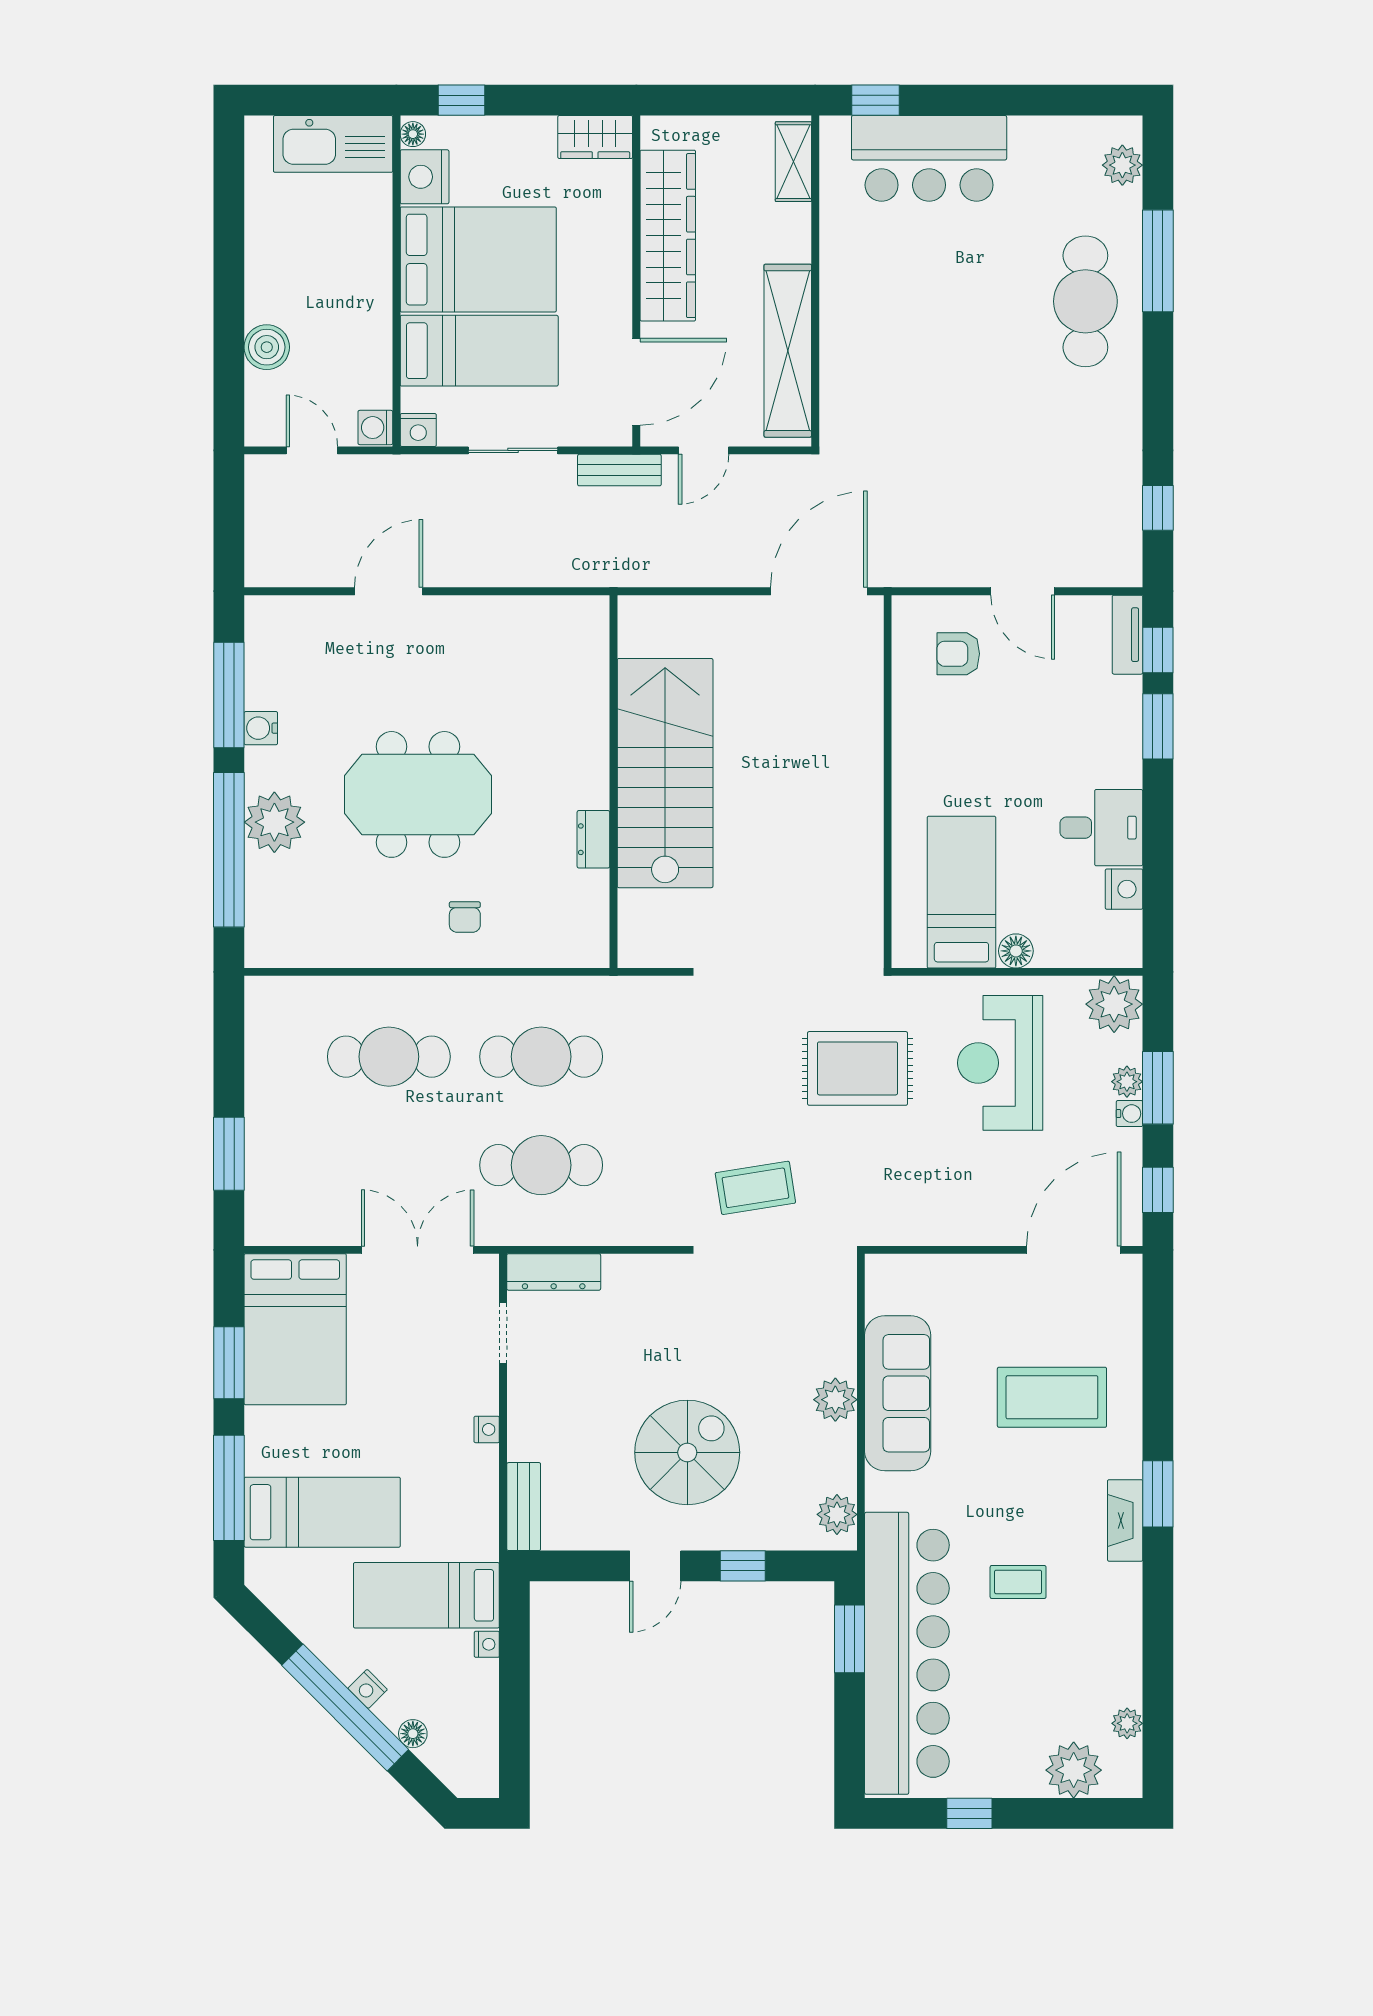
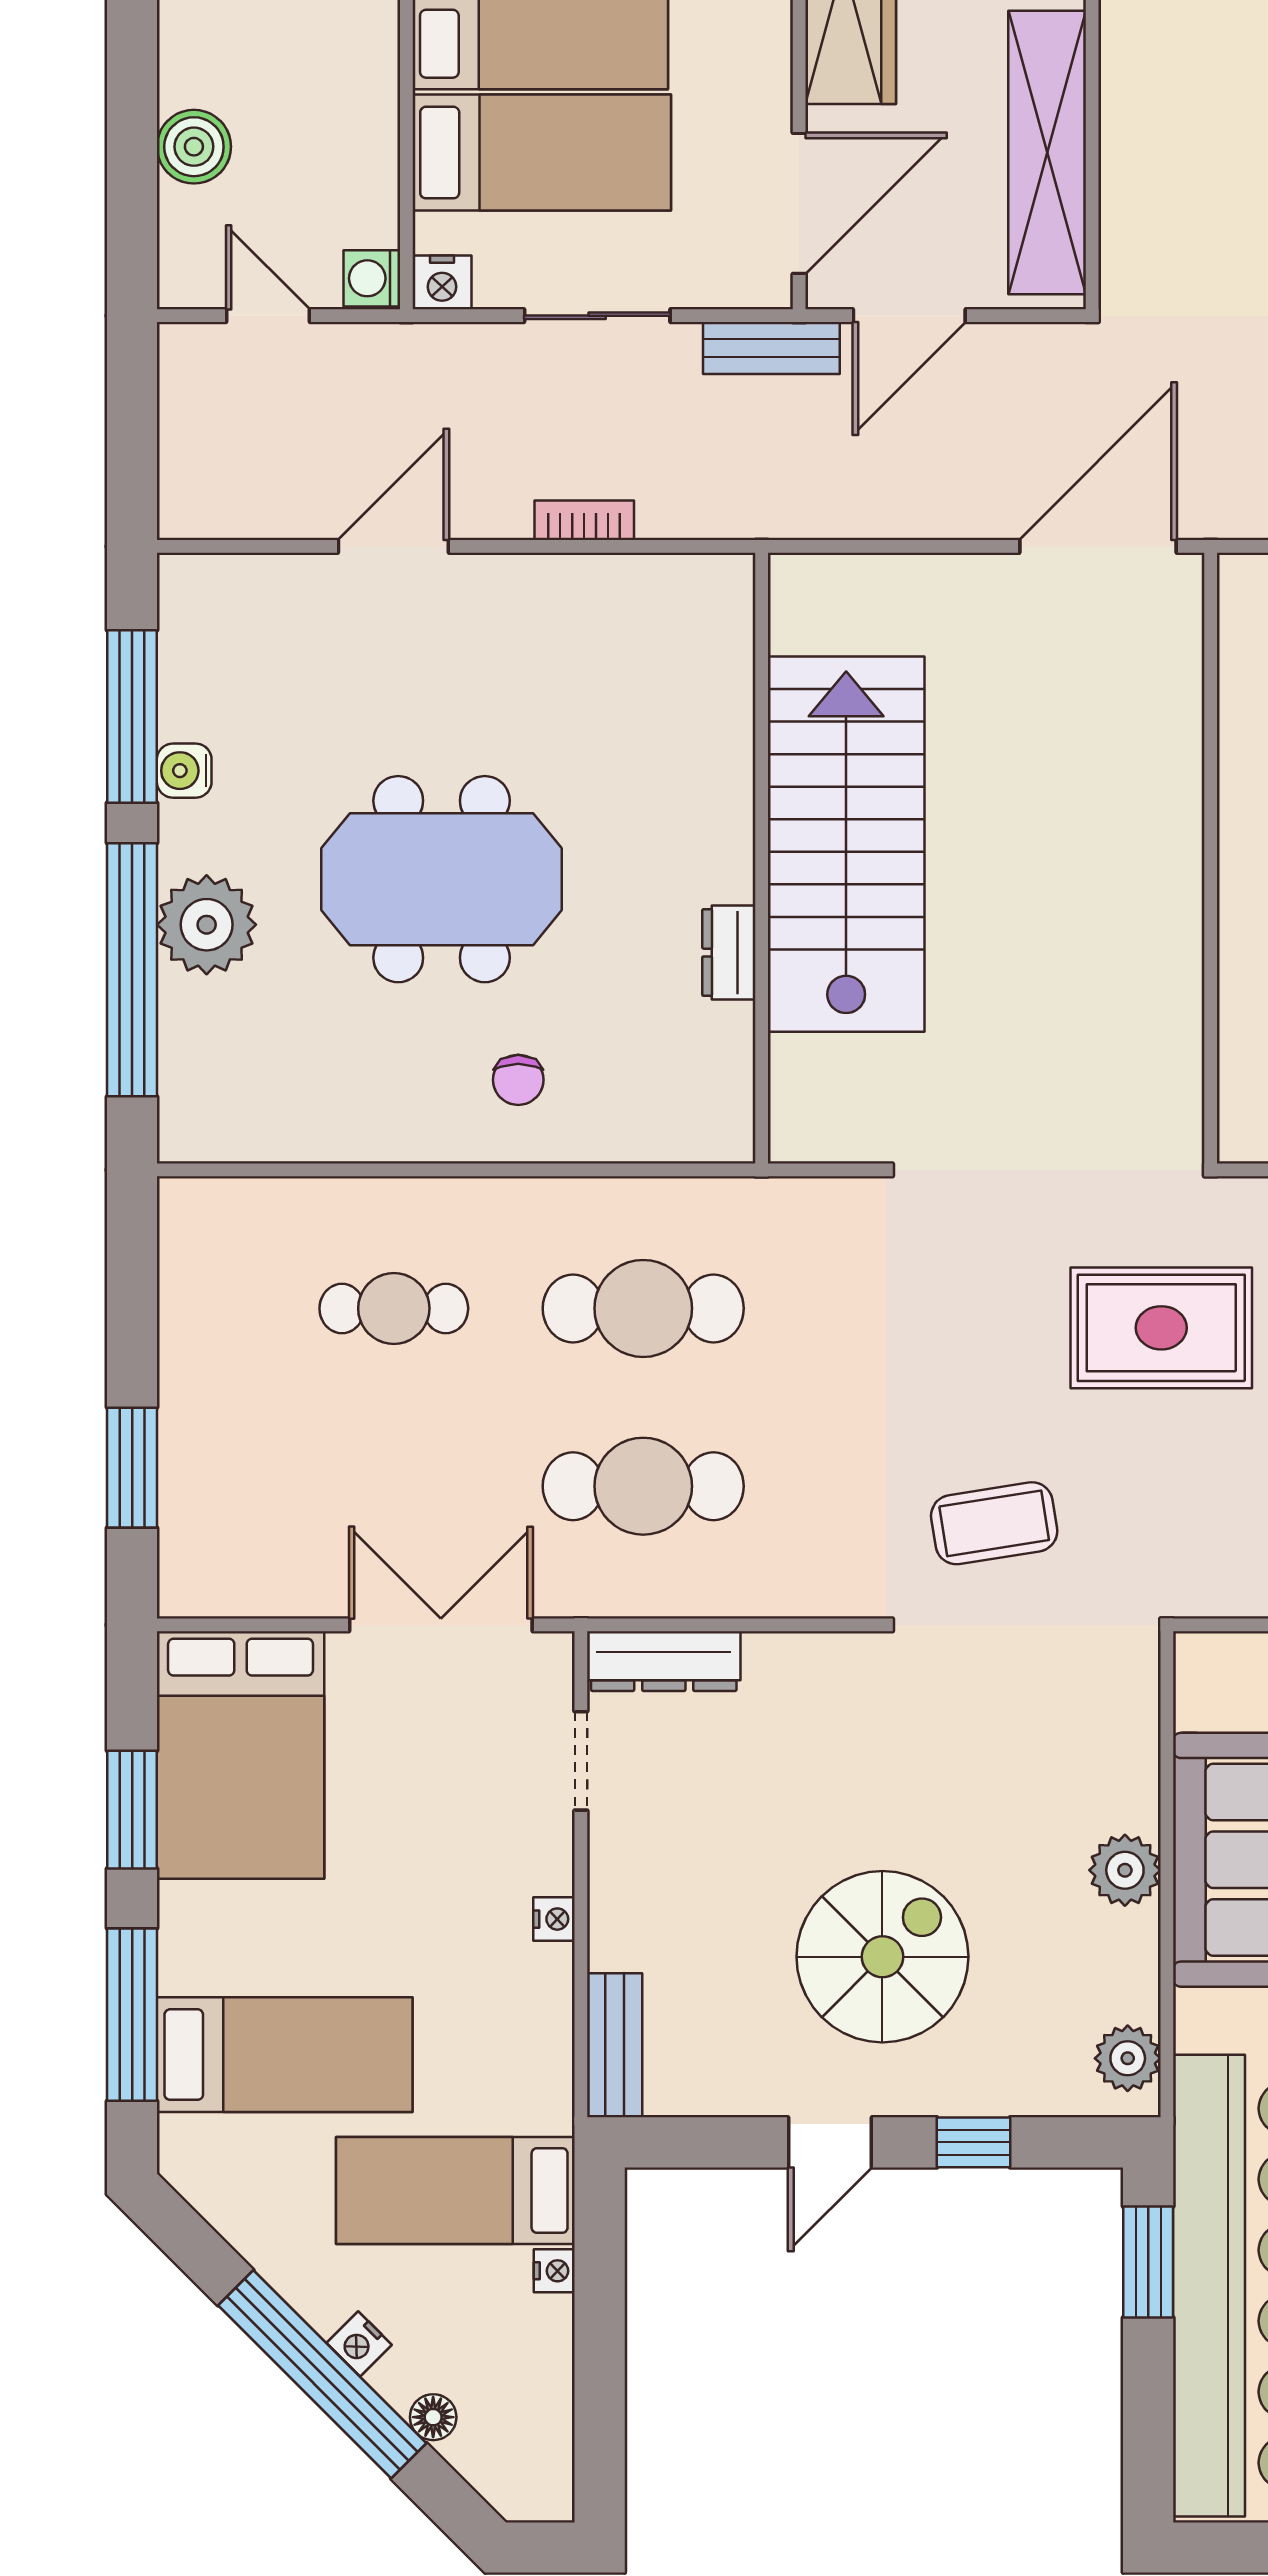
door: (704, 450) -> (909, 316), width x1.38
bookcase: (505, 575) -> (584, 520), added
cafe table: (389, 1057) -> (394, 1308), width x0.73, depth x0.74

